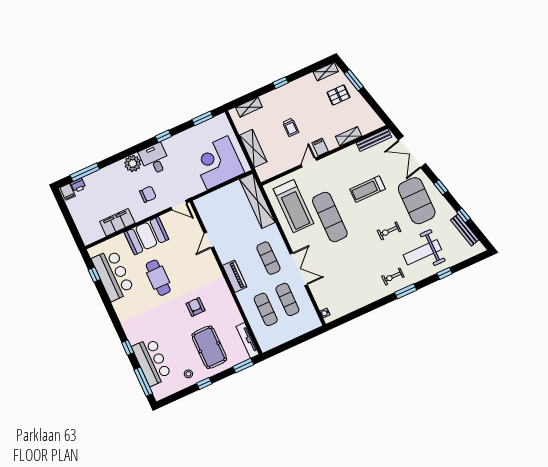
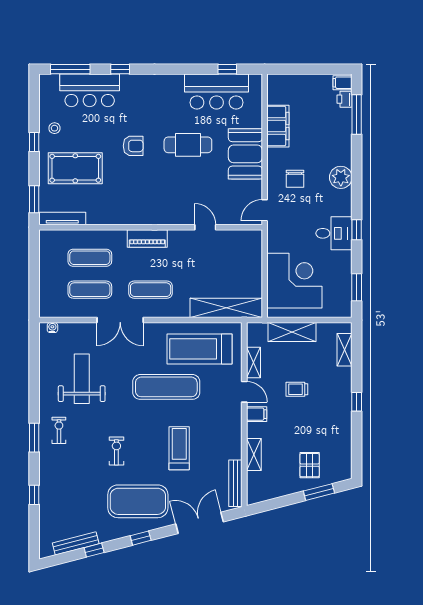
shelving: (326, 72) -> (254, 363), moved
desk: (155, 159) -> (334, 233), moved
weight bench: (422, 252) -> (82, 379), moved
armchair: (196, 307) -> (133, 146), moved

